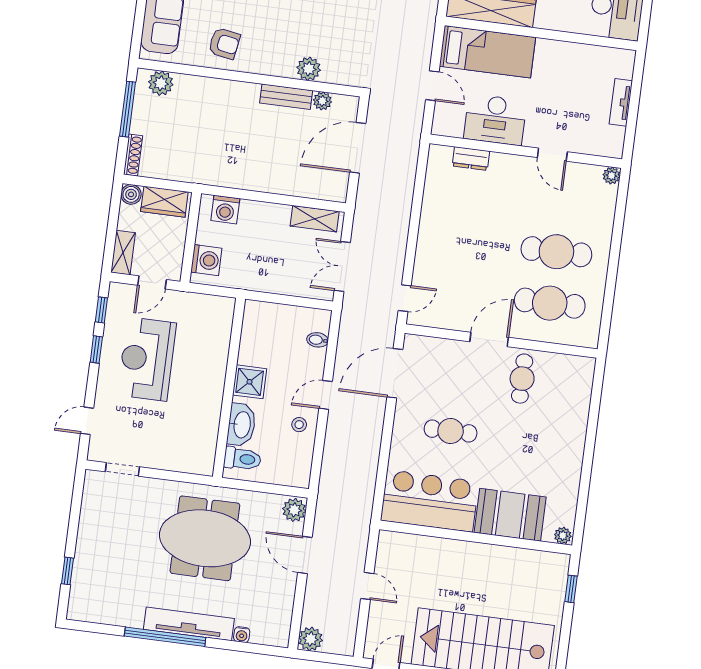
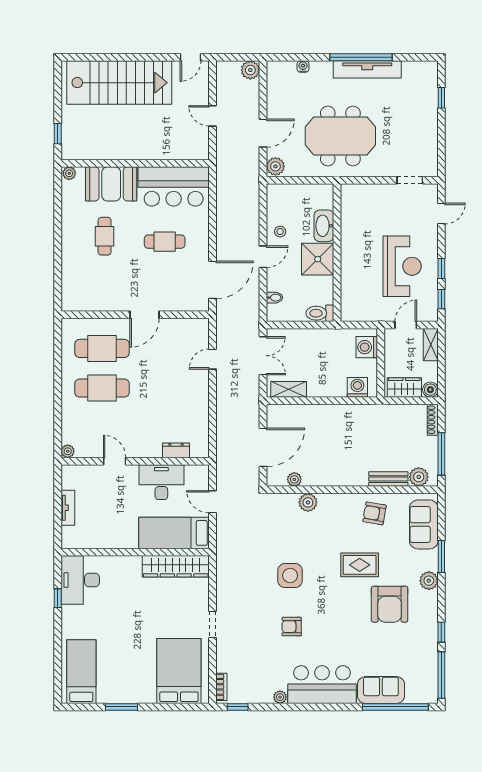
bench: (286, 97) -> (388, 479), moved
door: (405, 298) -> (213, 359), moved
cafe table: (522, 379) -> (105, 236), moved
shower: (250, 382) -> (318, 259), width x1.36, depth x1.36
toilet: (242, 459) -> (320, 313), moved
door: (305, 555) -> (263, 133), hinge flipped
tv unit: (189, 624) -> (367, 69), moved

